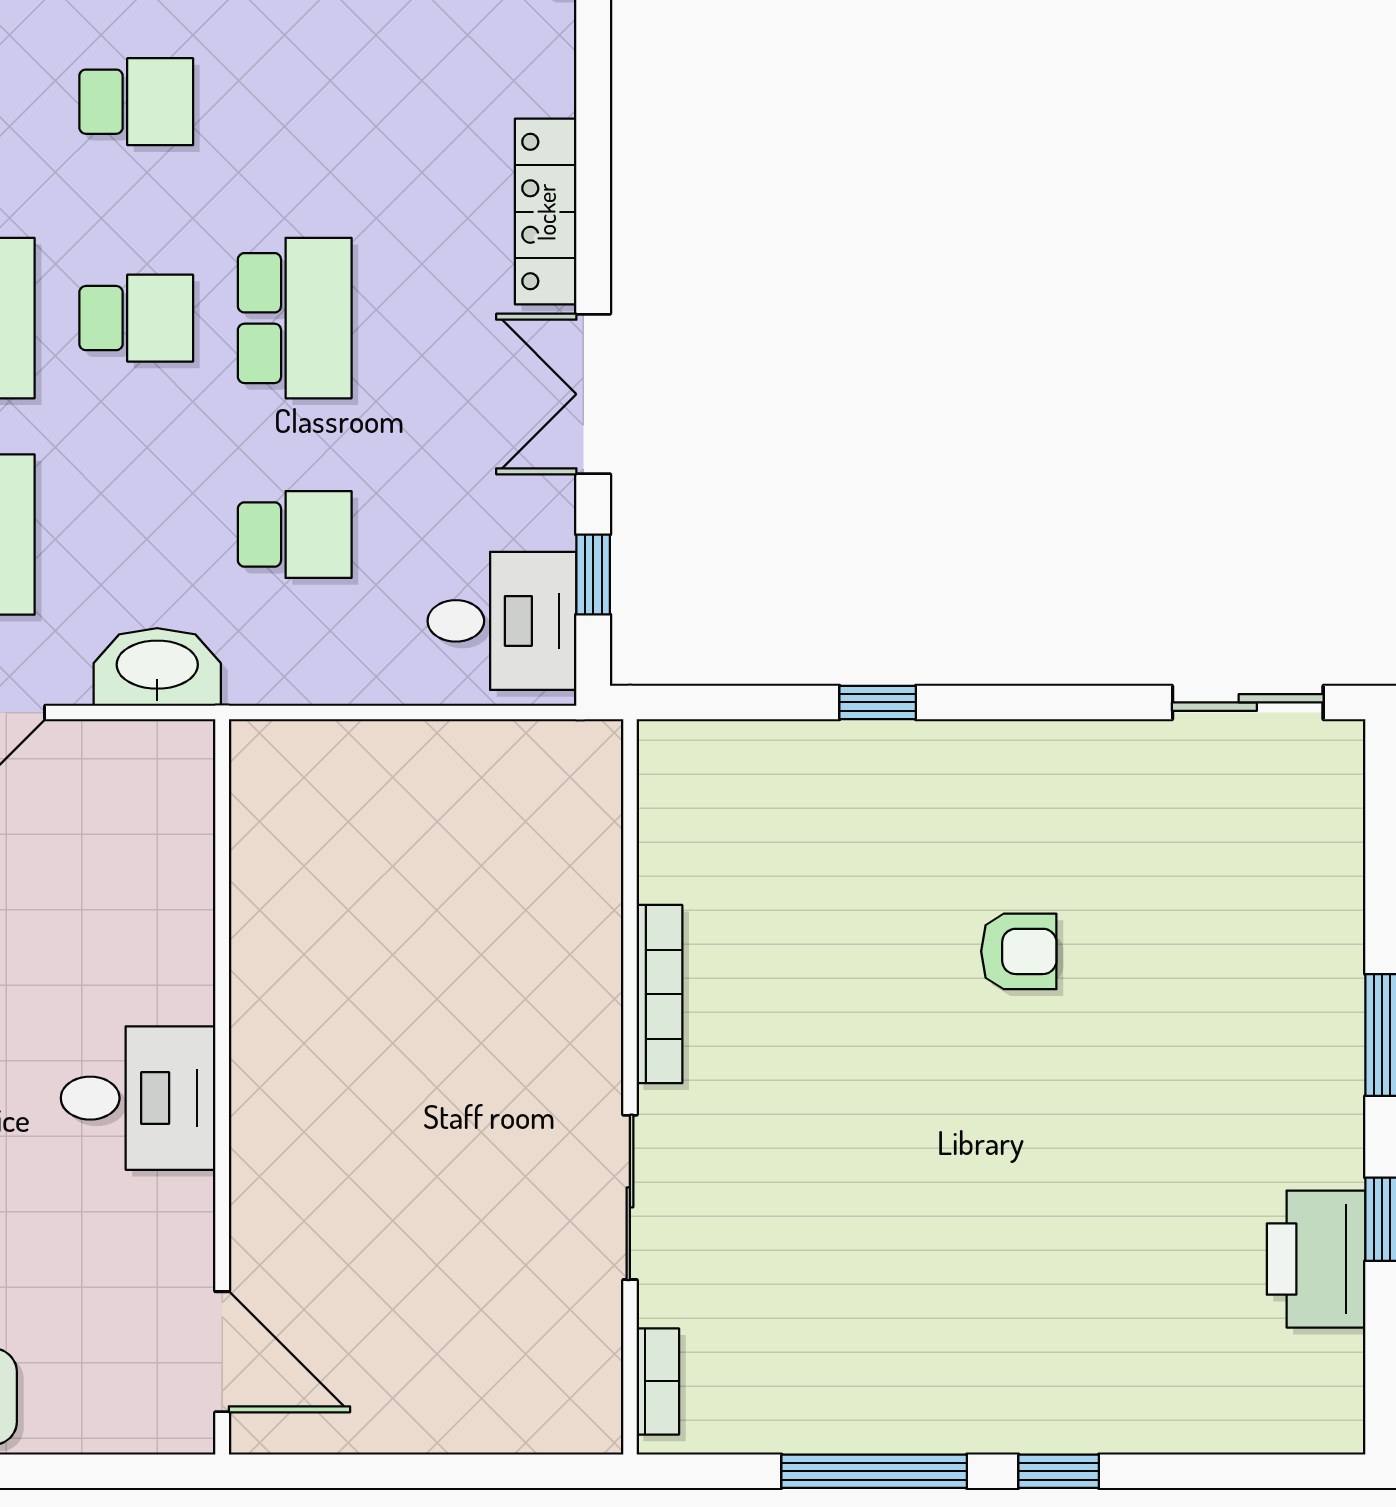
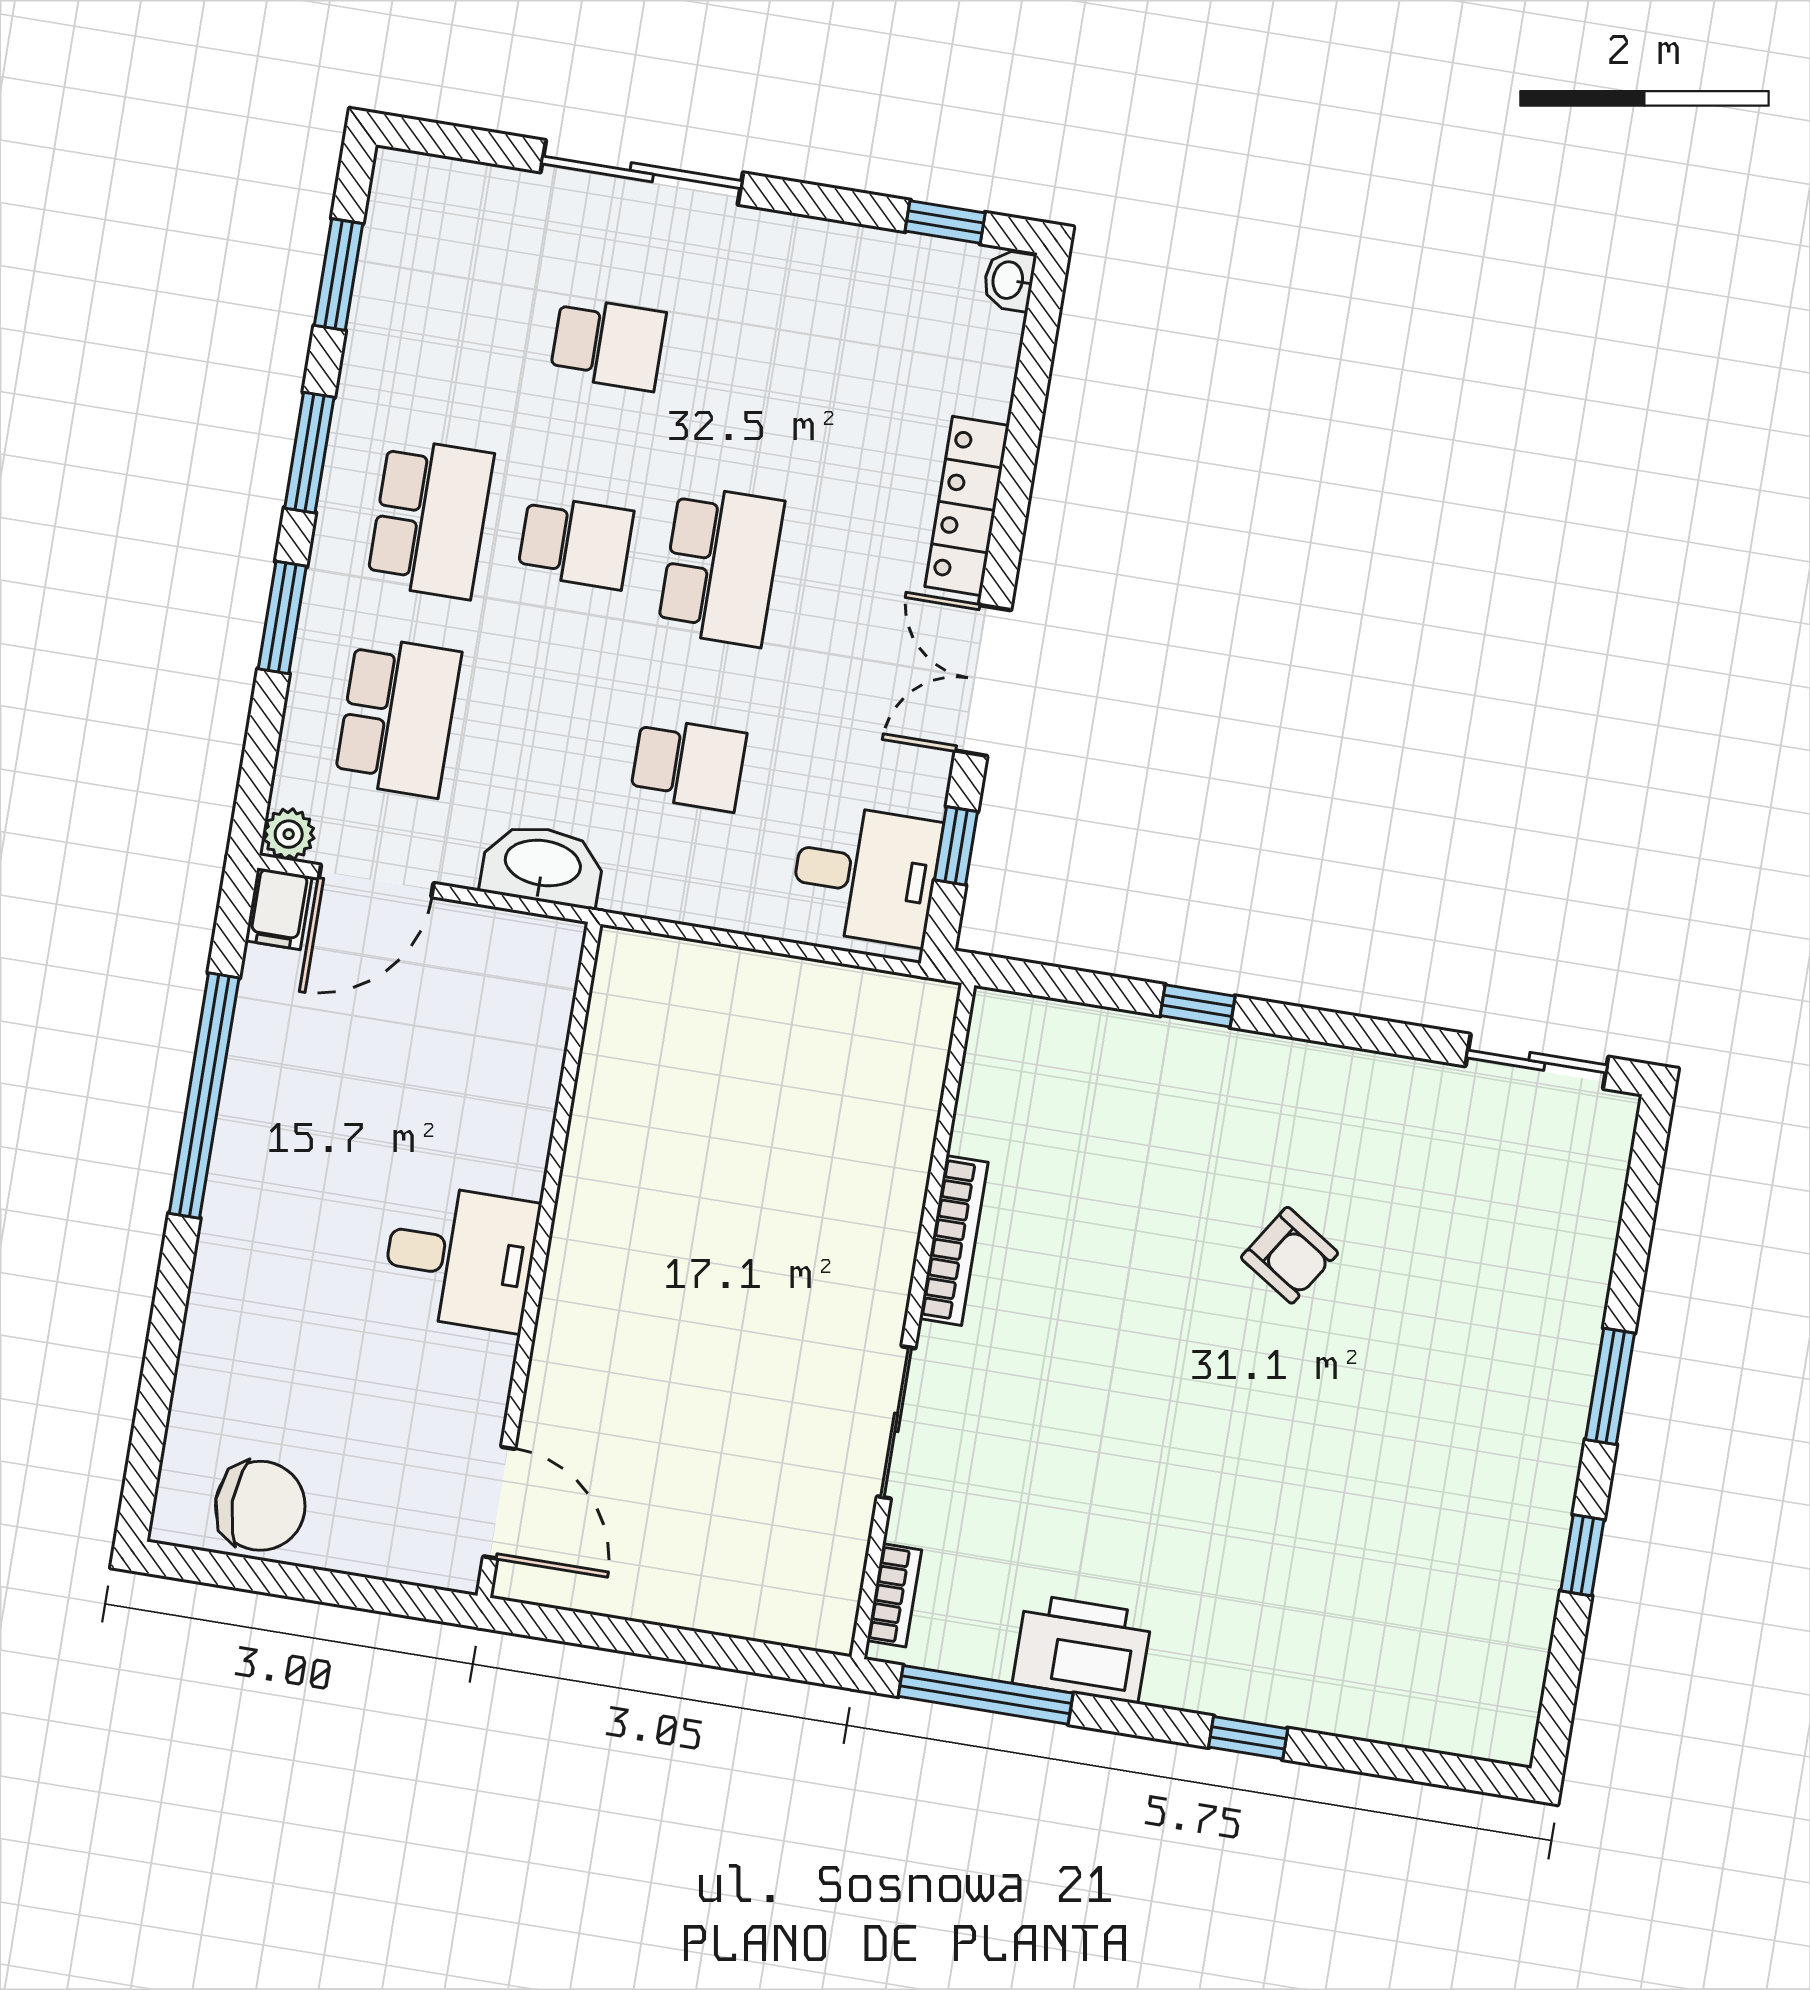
armchair: (1019, 951) -> (1290, 1255), turned 33
printer: (1316, 1259) -> (1082, 1649), moved, turned 90
window: (874, 1471) -> (986, 1695), moved

